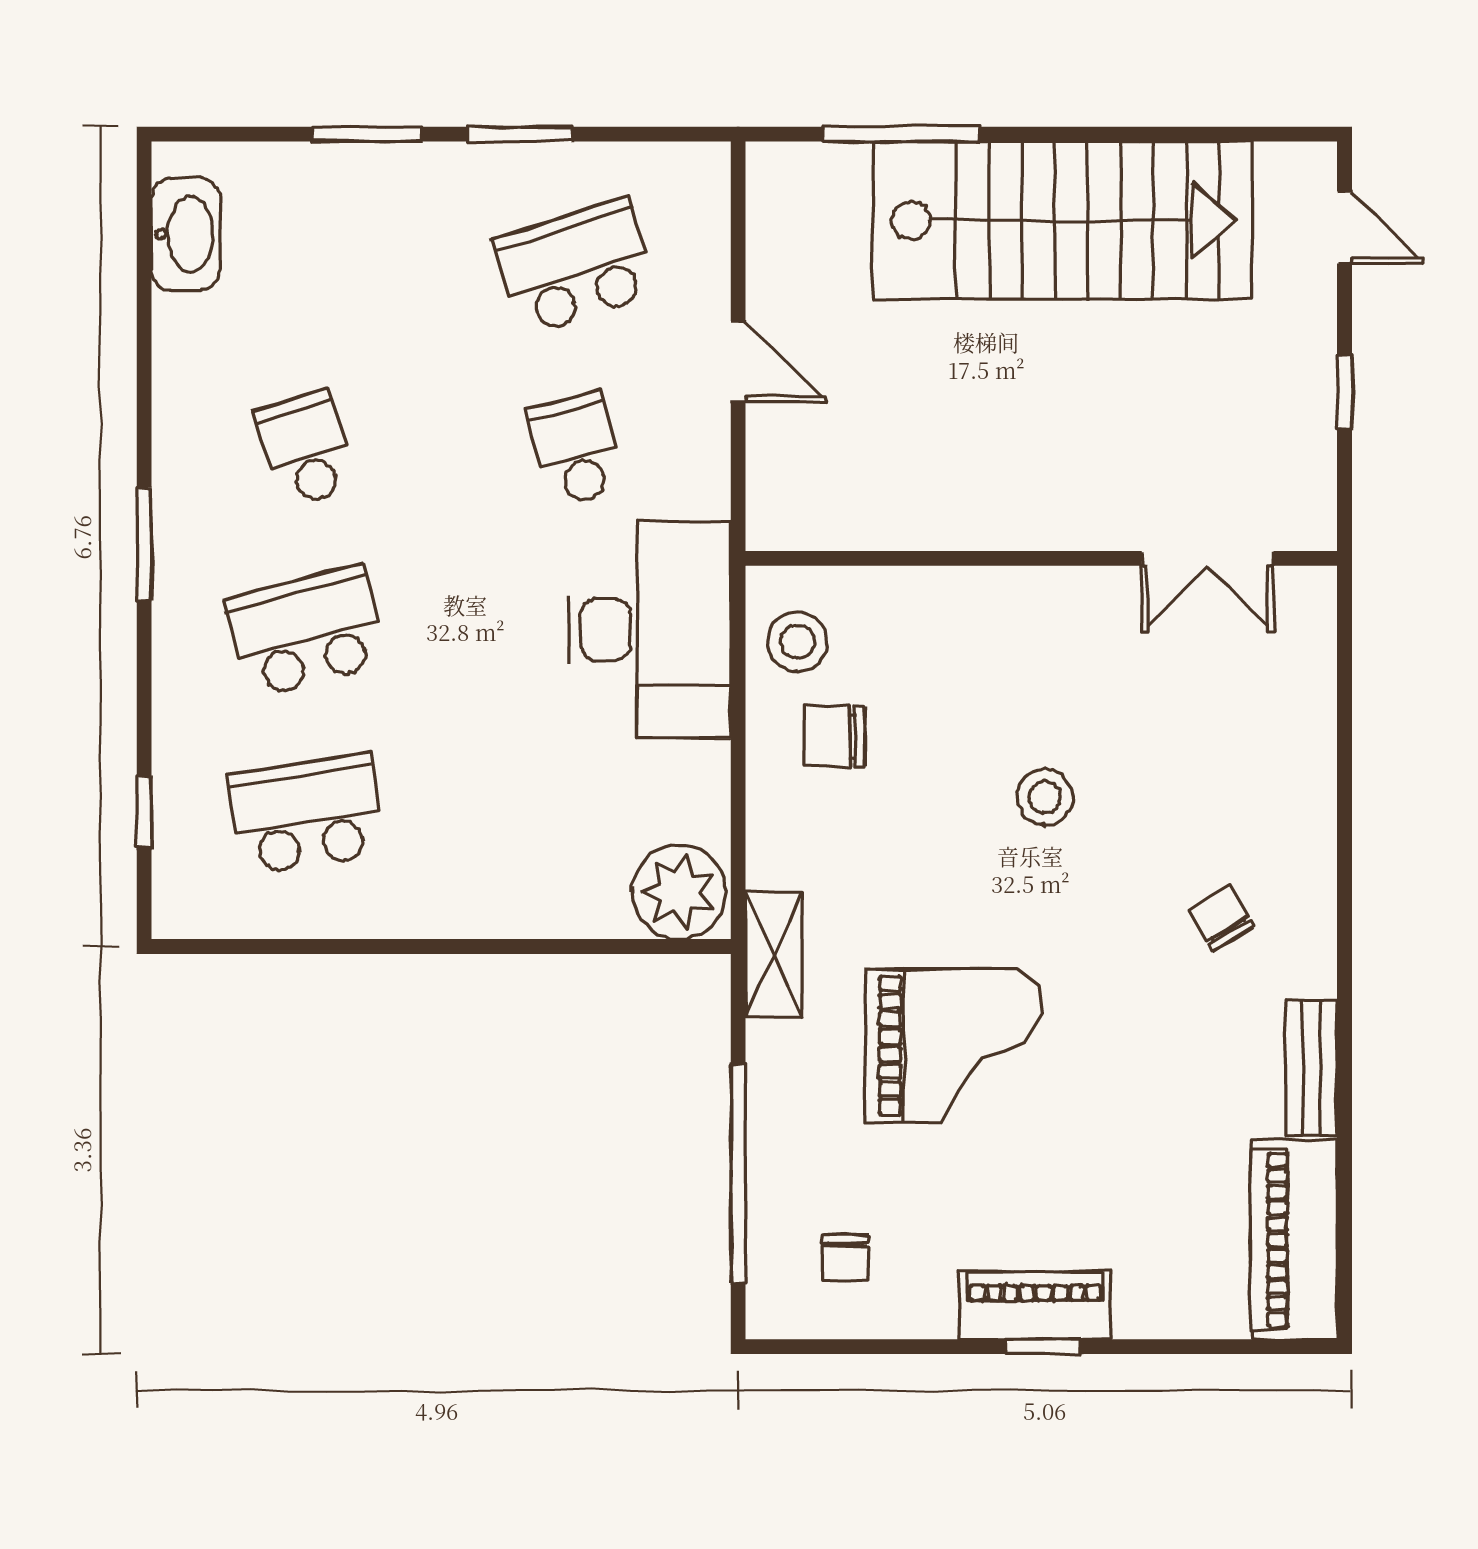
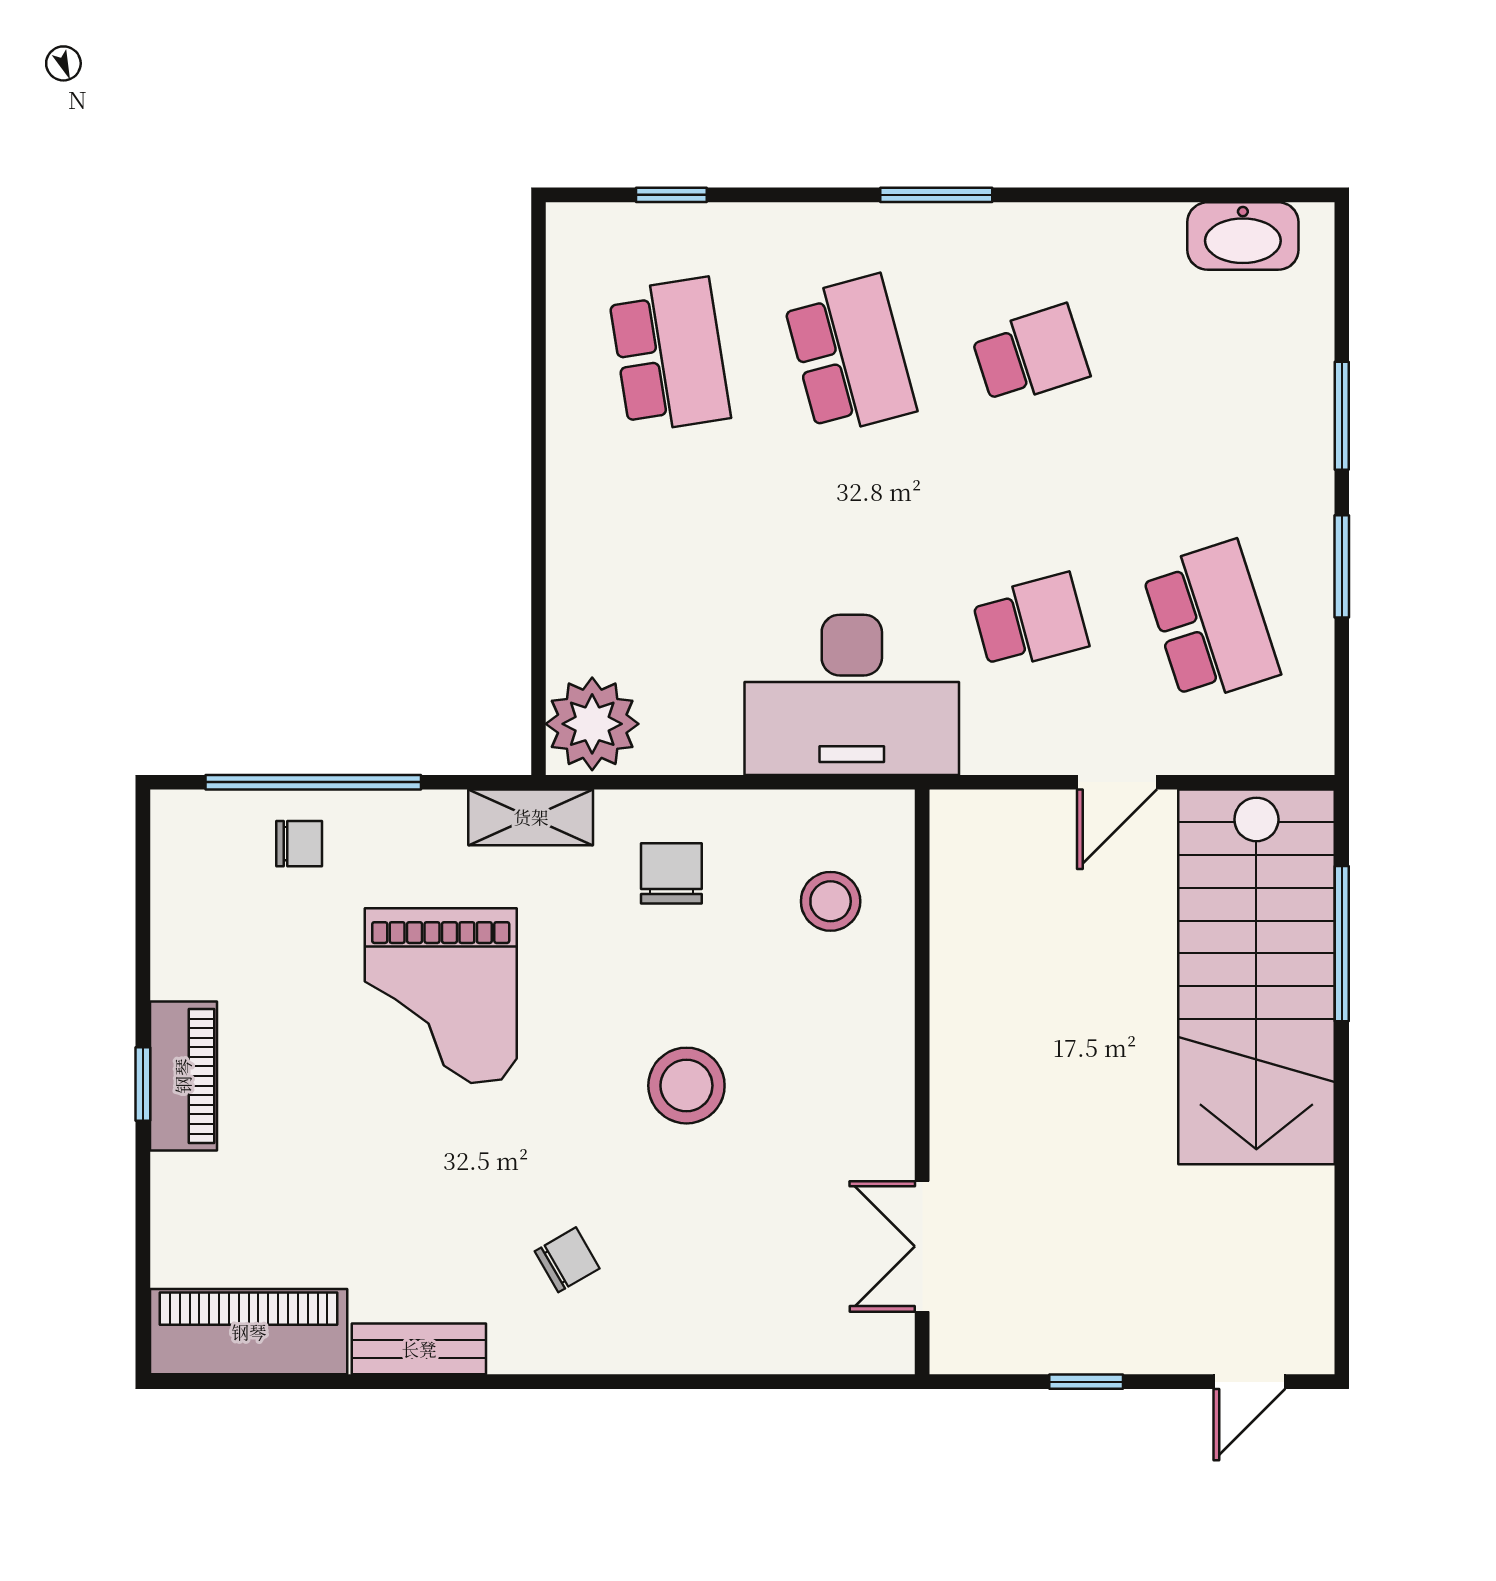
stairs: (1062, 220) -> (1256, 977), moved
stool: (797, 642) -> (831, 901), moved
chair: (834, 736) -> (671, 873), moved
stool: (1045, 797) -> (686, 1086), width x1.38, depth x1.38
chair: (845, 1258) -> (299, 844), moved, turned 180

